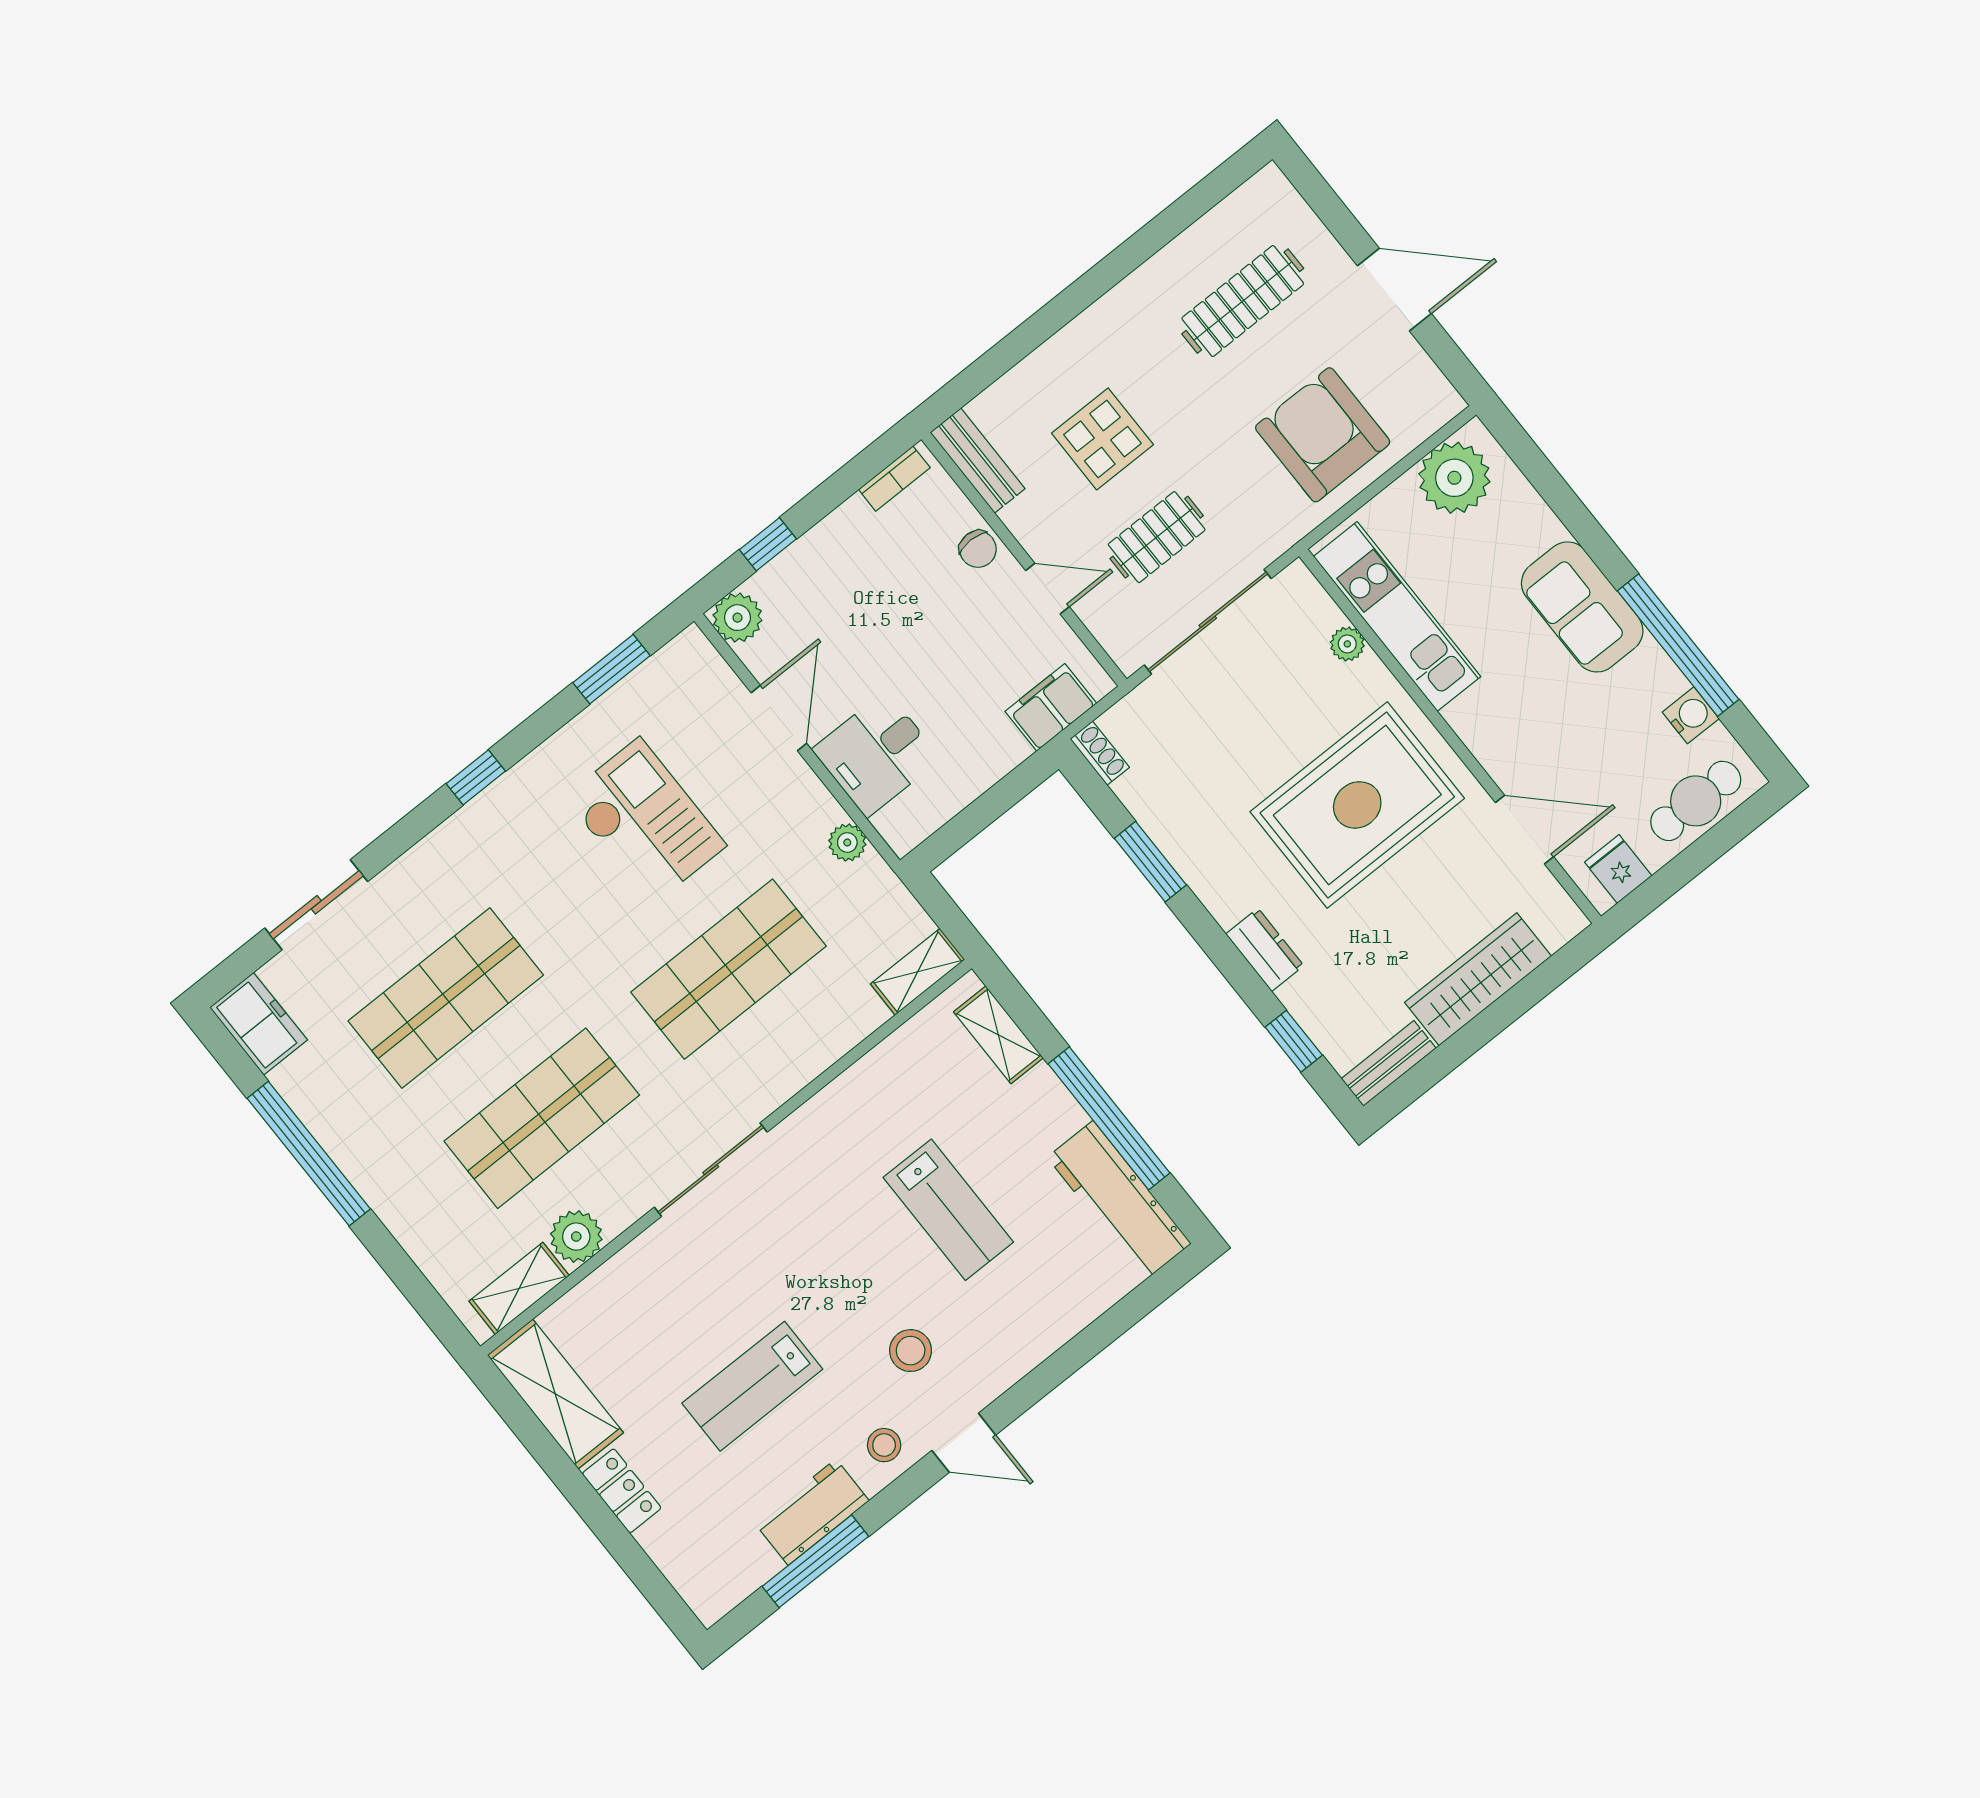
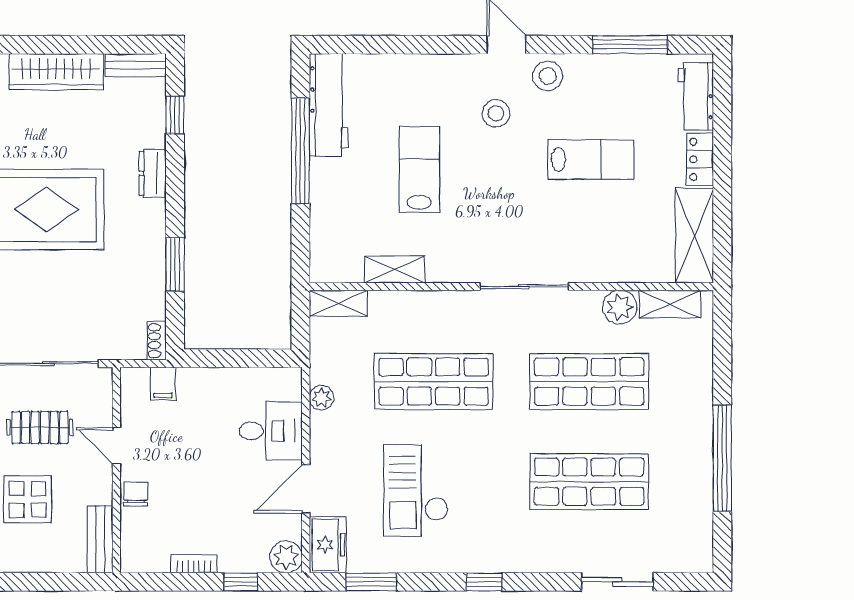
bookcase: (894, 479) -> (194, 564), moved
filing cabinet: (1051, 707) -> (163, 384), width x0.50
freezer: (259, 1024) -> (328, 545), moved, turned 180
shelving: (998, 1035) -> (395, 270), moved, turned 90
stool: (884, 1445) -> (548, 76), width x1.37, depth x1.37
workbench: (812, 1512) -> (696, 97), moved, turned 90

